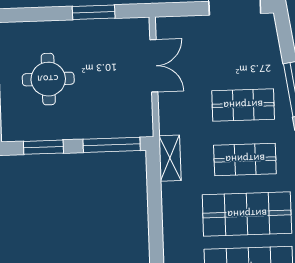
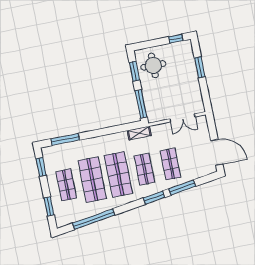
window: (94, 12) -> (200, 67), moved
round table: (48, 79) -> (153, 65), moved

